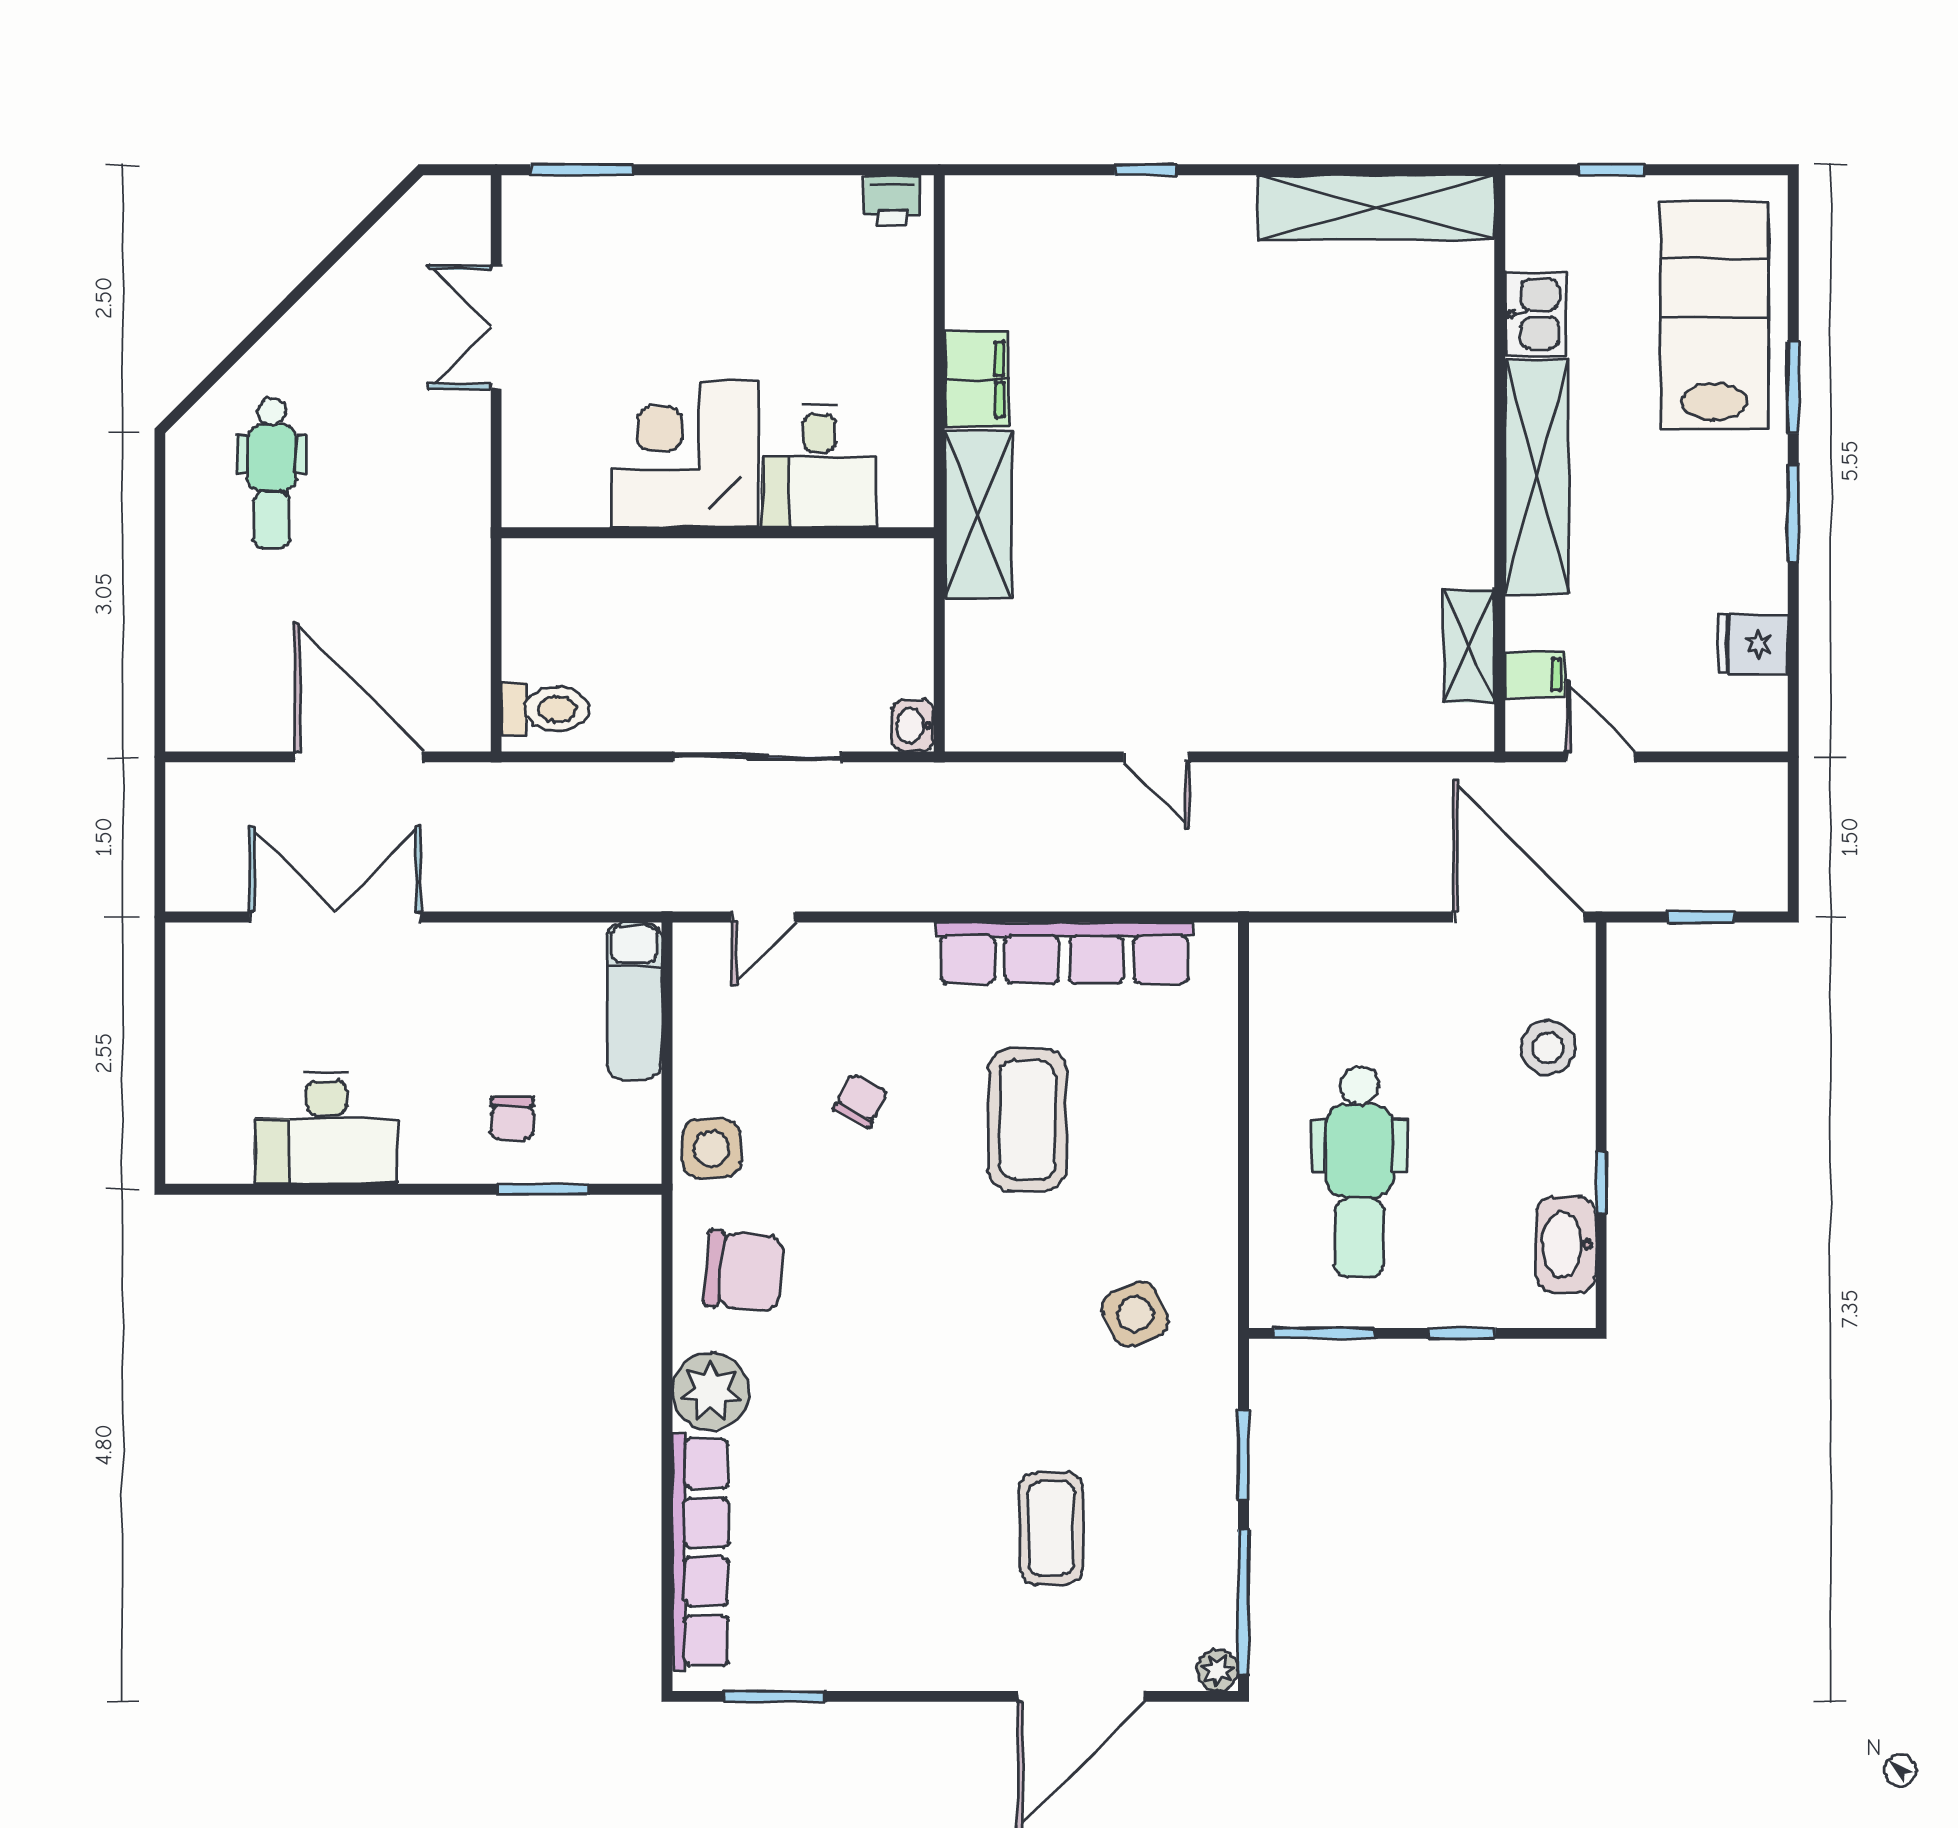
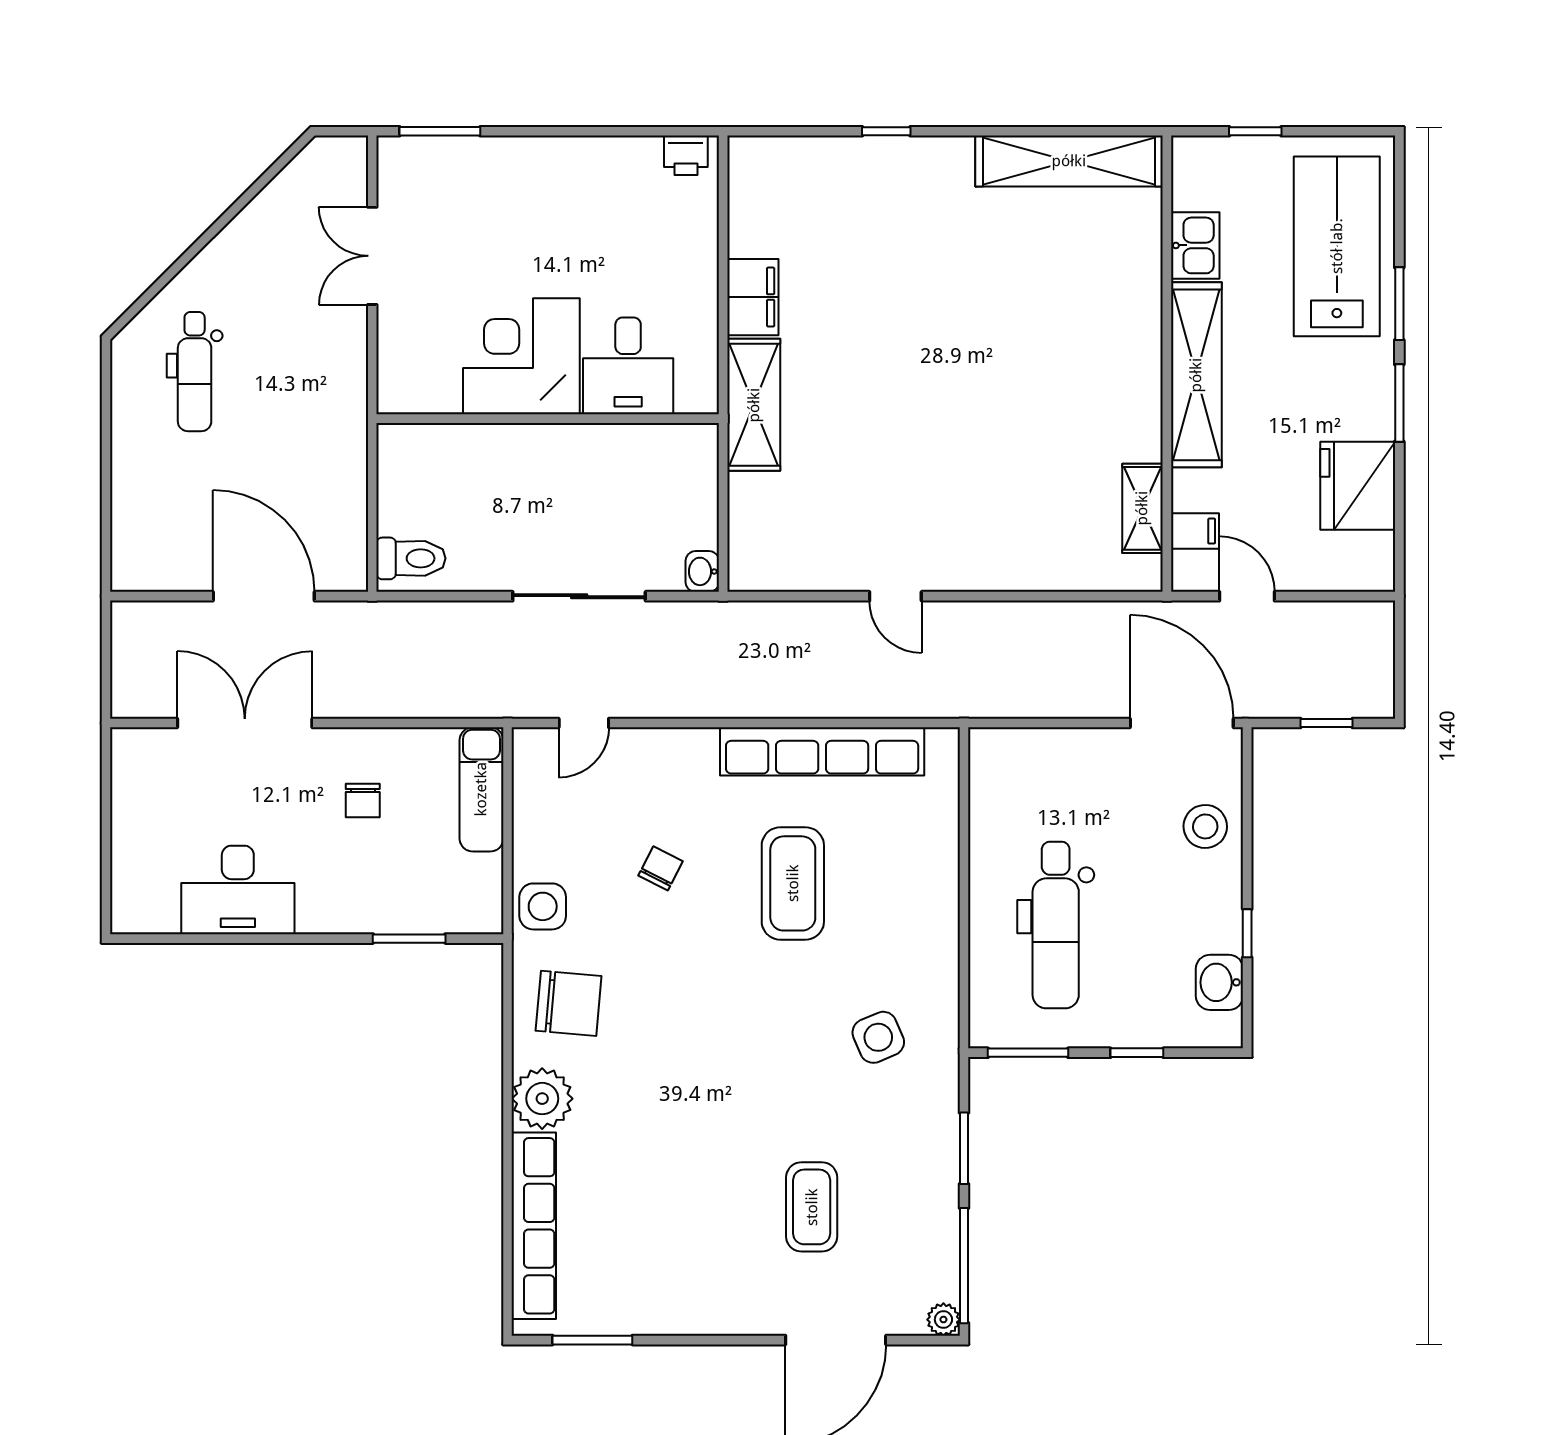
fridge: (1753, 644) -> (1358, 486), width x1.88, depth x1.34
chair: (512, 1119) -> (363, 801), moved
washbasin: (1566, 1245) -> (1219, 982), width x0.72

